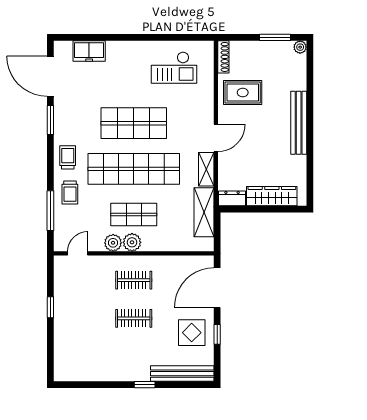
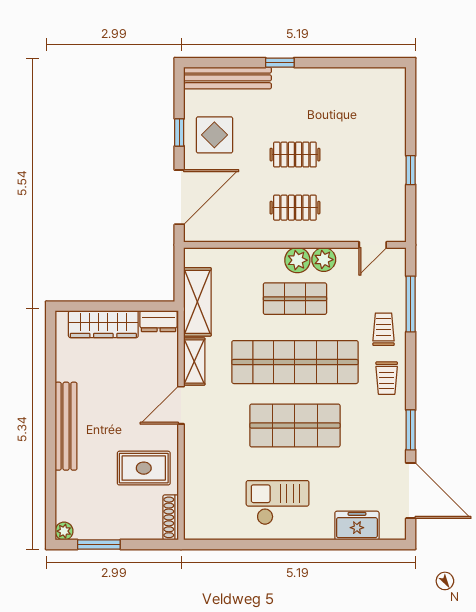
checkout: (174, 68) -> (278, 503), moved

